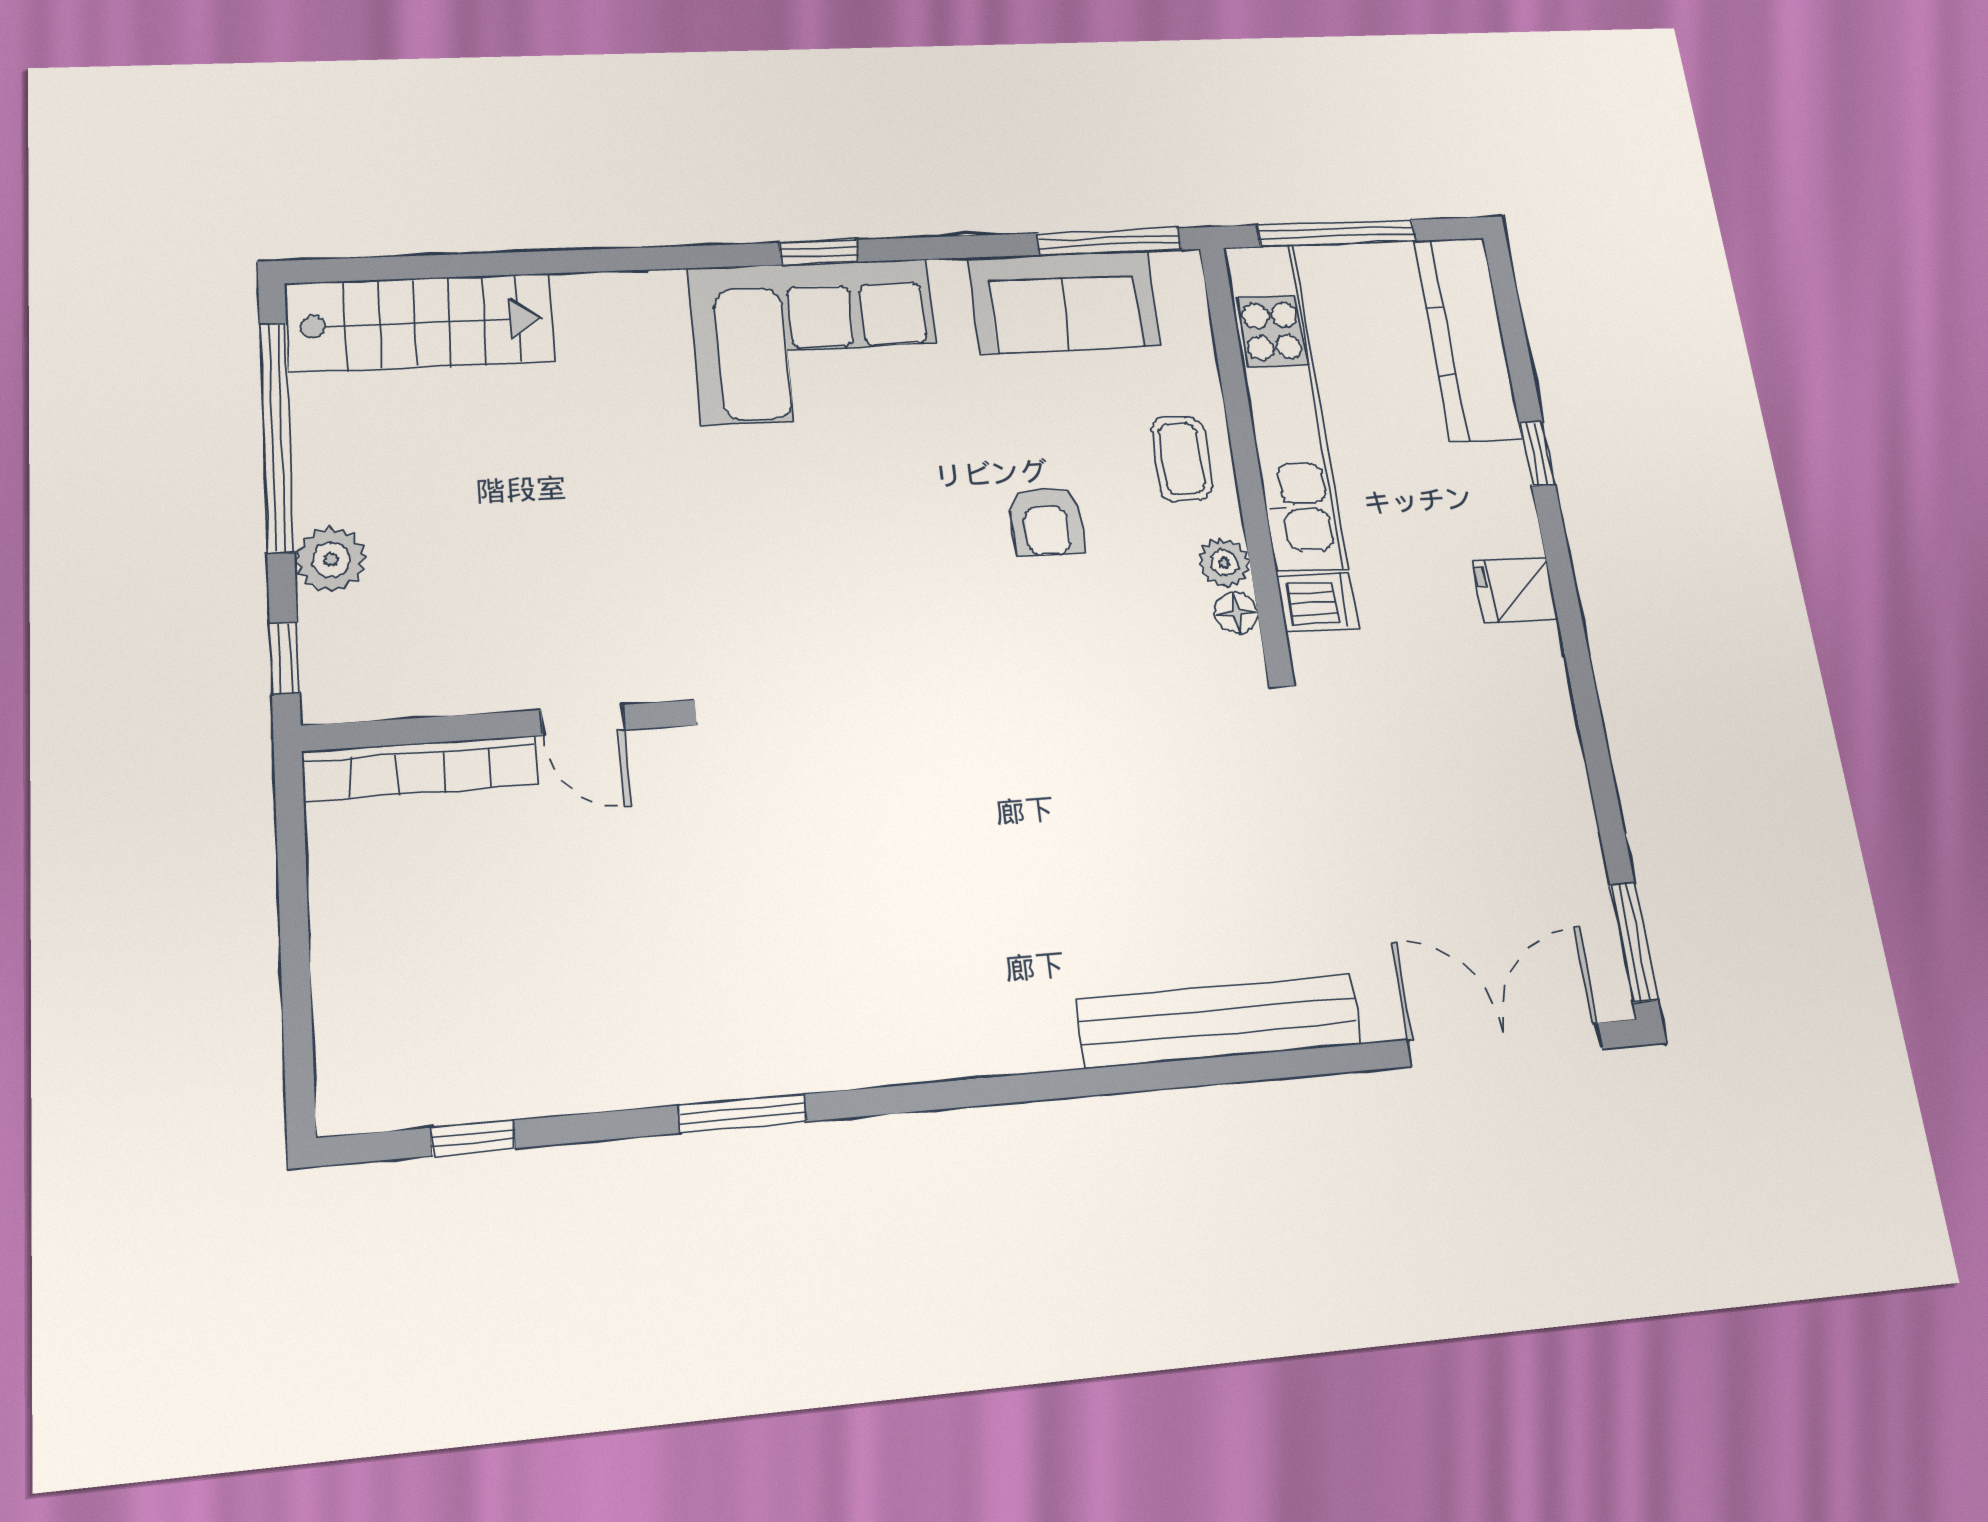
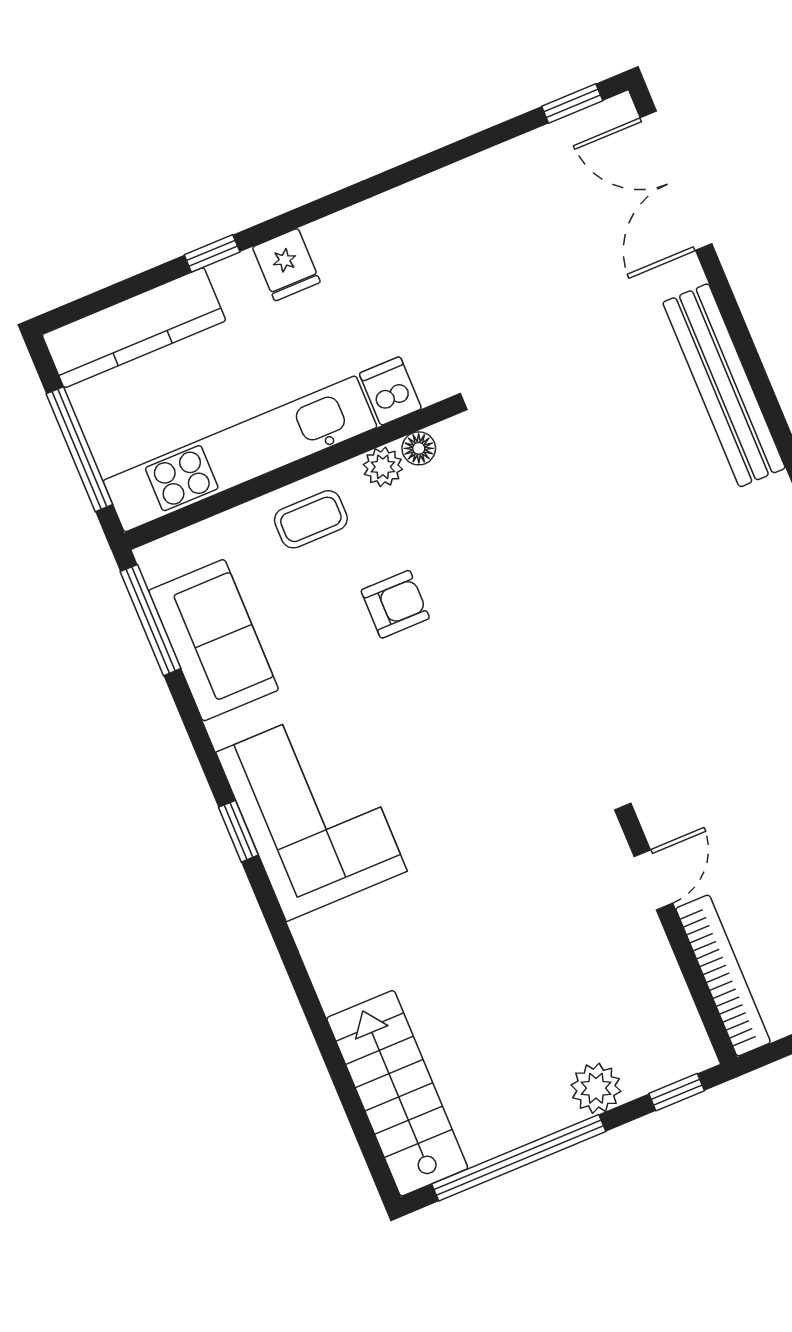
fridge: (1515, 591) -> (286, 265), moved
window: (1634, 942) -> (572, 103), width x0.67

